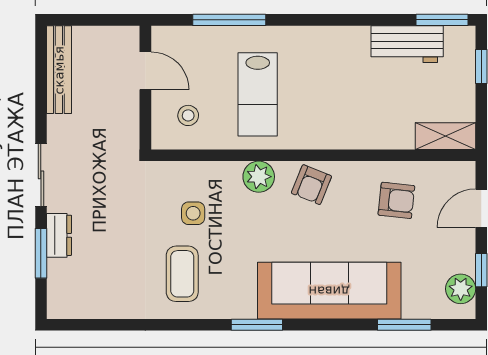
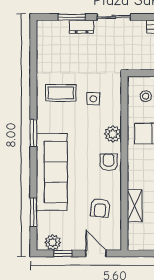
shelving: (445, 136) -> (135, 206), moved
armchair: (311, 185) -> (109, 162), turned 68

